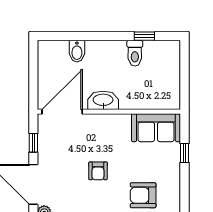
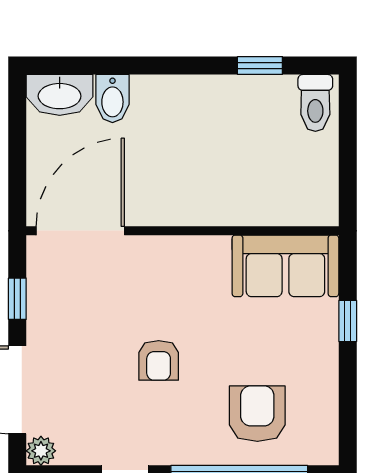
toilet: (135, 53) -> (315, 103), moved
washbasin: (103, 100) -> (60, 95), moved, turned 180
armchair: (143, 195) -> (257, 414), turned 90

